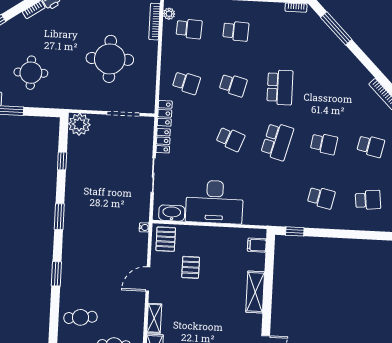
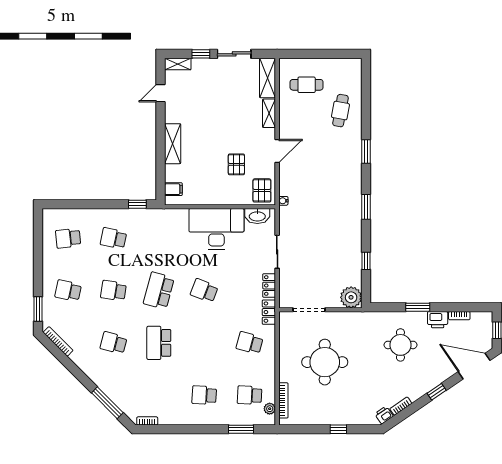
school desk: (233, 85) -> (113, 343), moved
cafe table: (80, 317) -> (340, 111), turned -74

